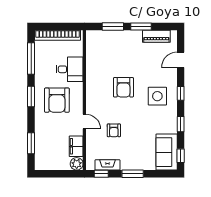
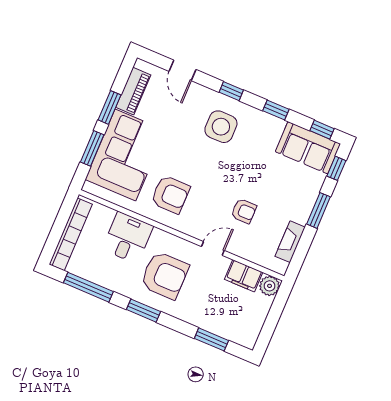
corner sofa: (117, 47) -> (125, 155), added
armchair: (123, 87) -> (170, 195), moved
window: (101, 174) -> (336, 168), moved

